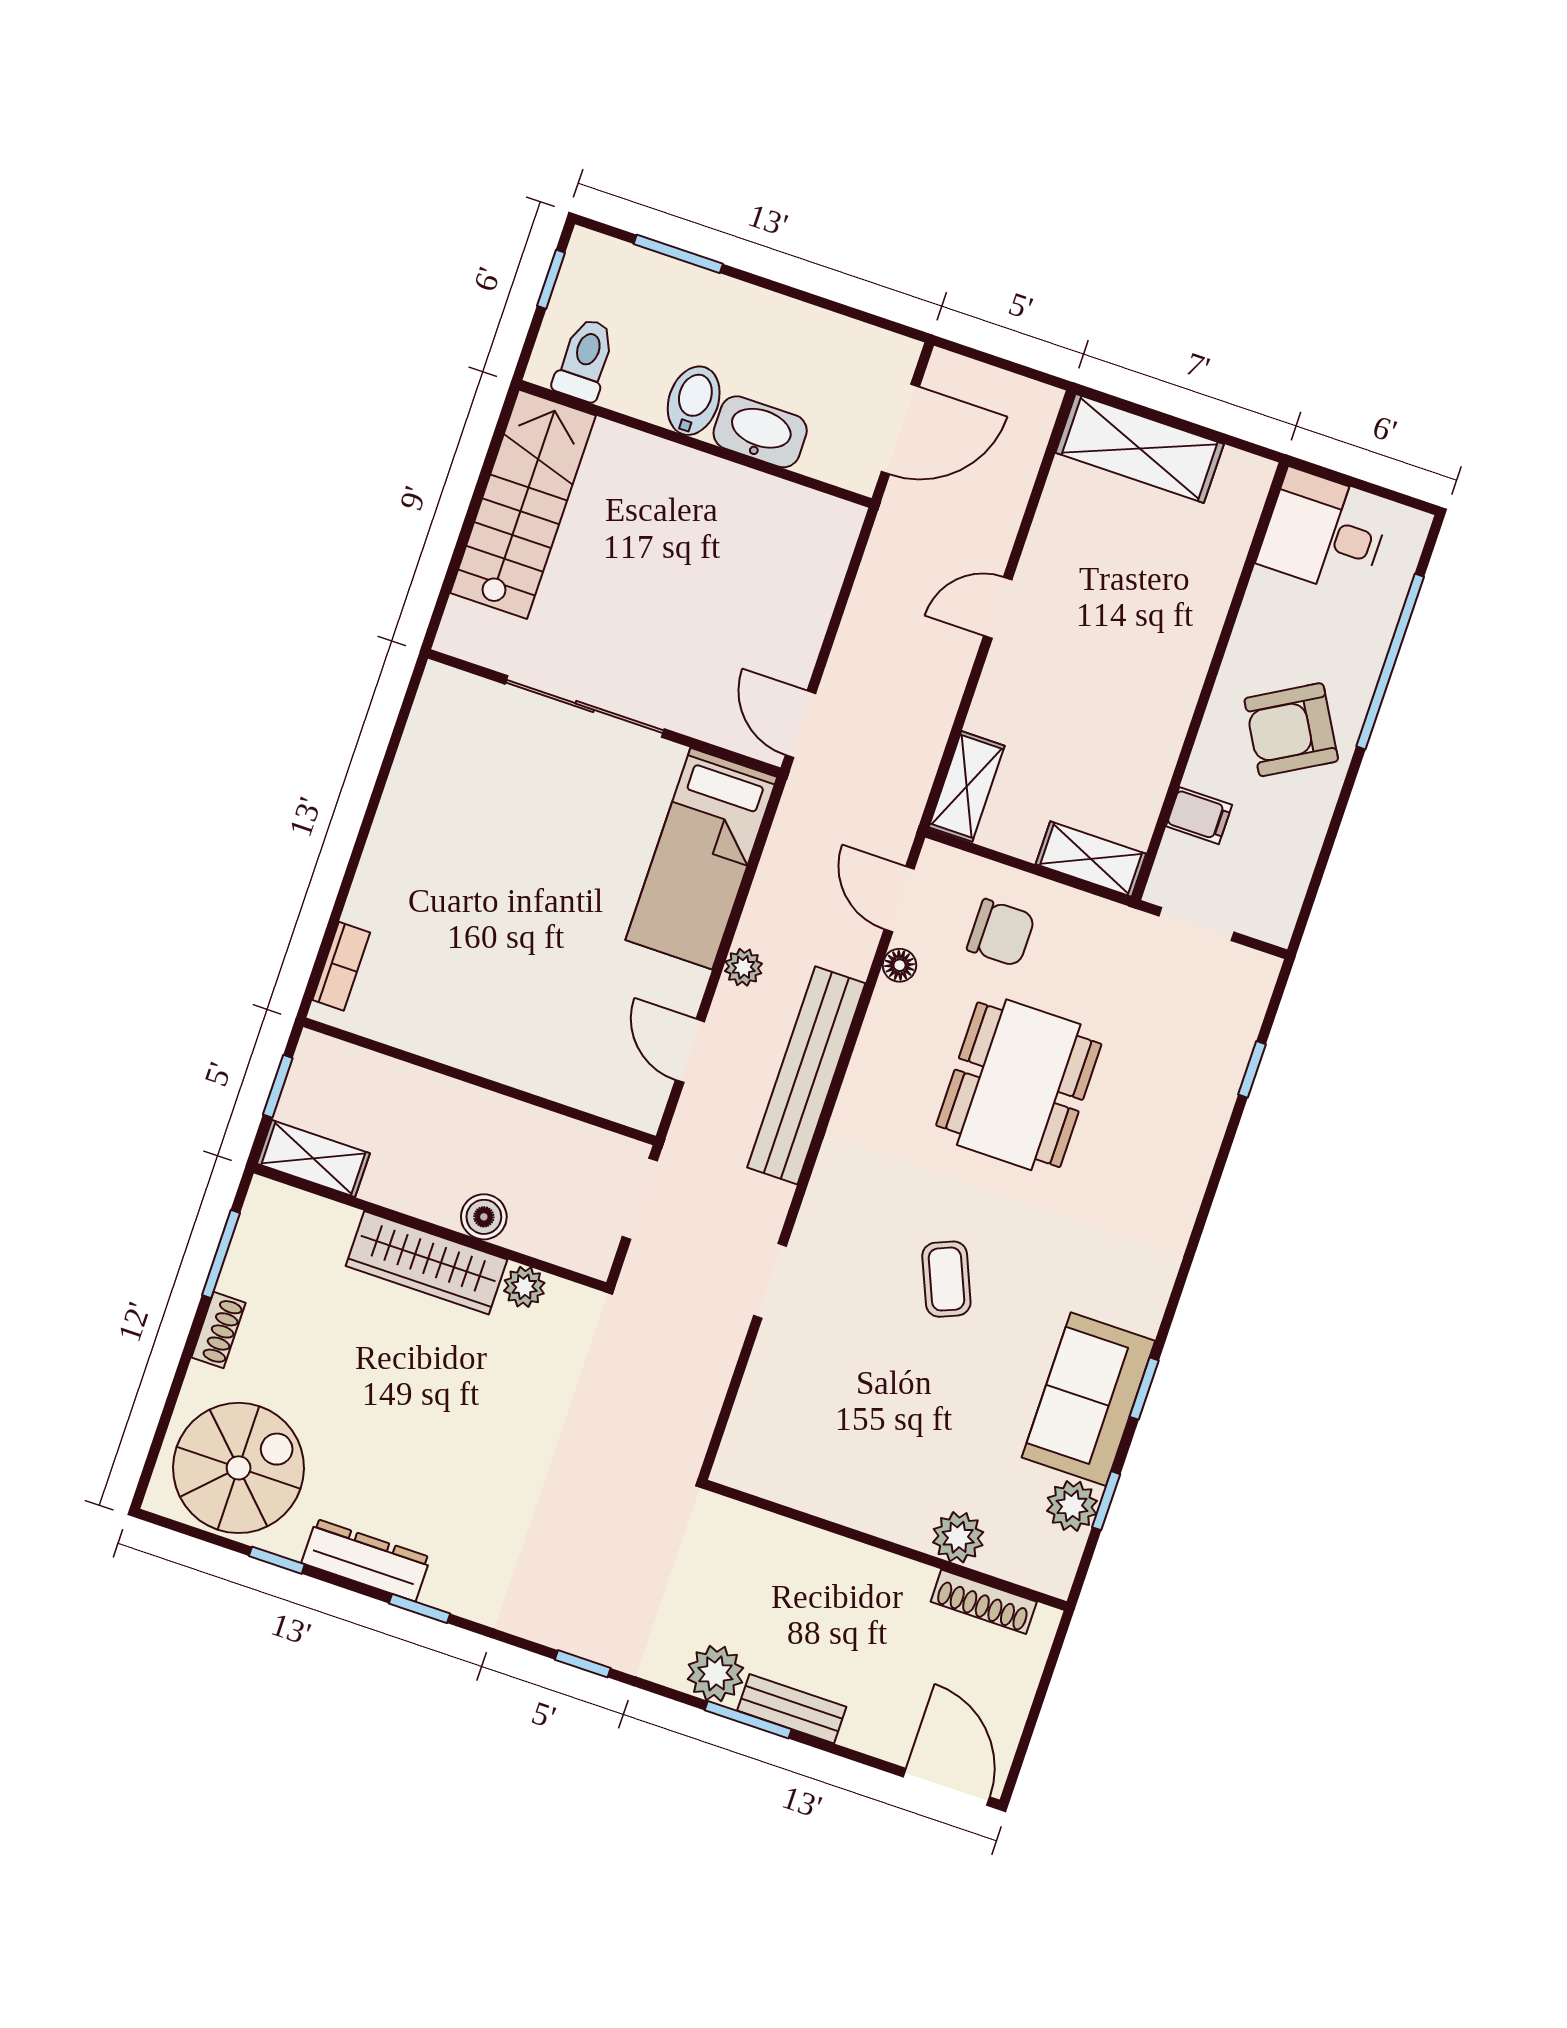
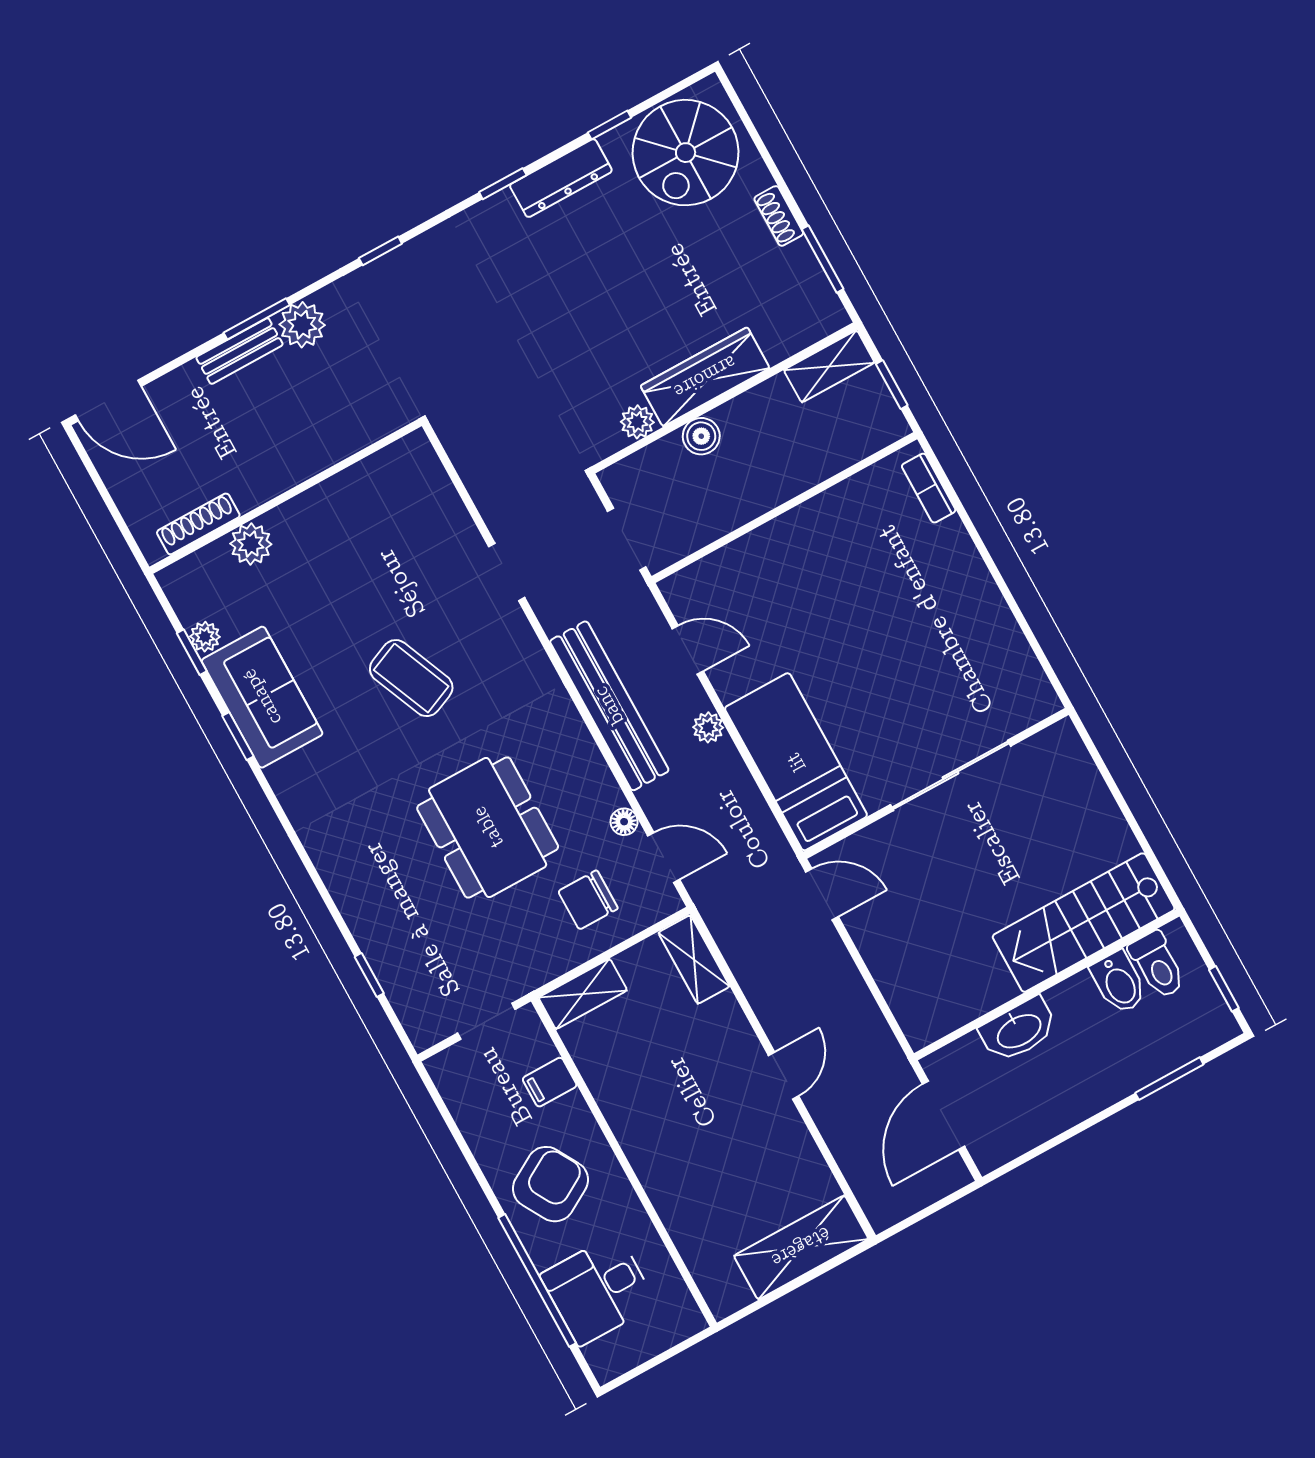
bidet: (694, 401) -> (1119, 983), moved
stairs: (523, 504) -> (1084, 923), moved, turned 90
desk: (1324, 532) -> (598, 1290), moved, turned 180
coffee table: (946, 1279) -> (411, 678), width x1.36, depth x1.30
plant: (1072, 1506) -> (205, 637), width x0.73, depth x0.73

